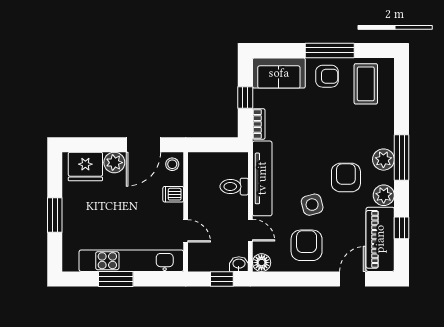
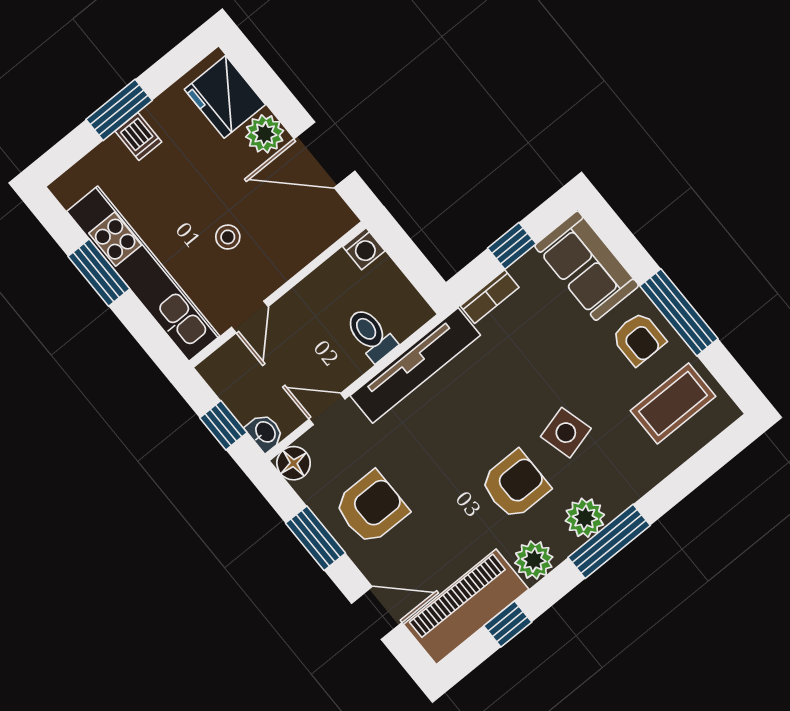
washing machine: (196, 160) -> (364, 249), added
stool: (172, 164) -> (228, 237), moved
dishwasher: (173, 194) -> (138, 136), moved, turned 180
side table: (312, 205) -> (566, 433), moved
door: (250, 230) -> (327, 409), swing flipped
window: (300, 279) -> (315, 538), added

